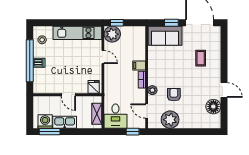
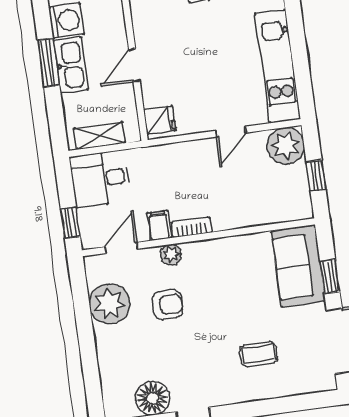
window: (117, 23) -> (316, 176), moved
filing cabinet: (139, 66) -> (159, 226), moved
window: (50, 132) -> (48, 62), moved

